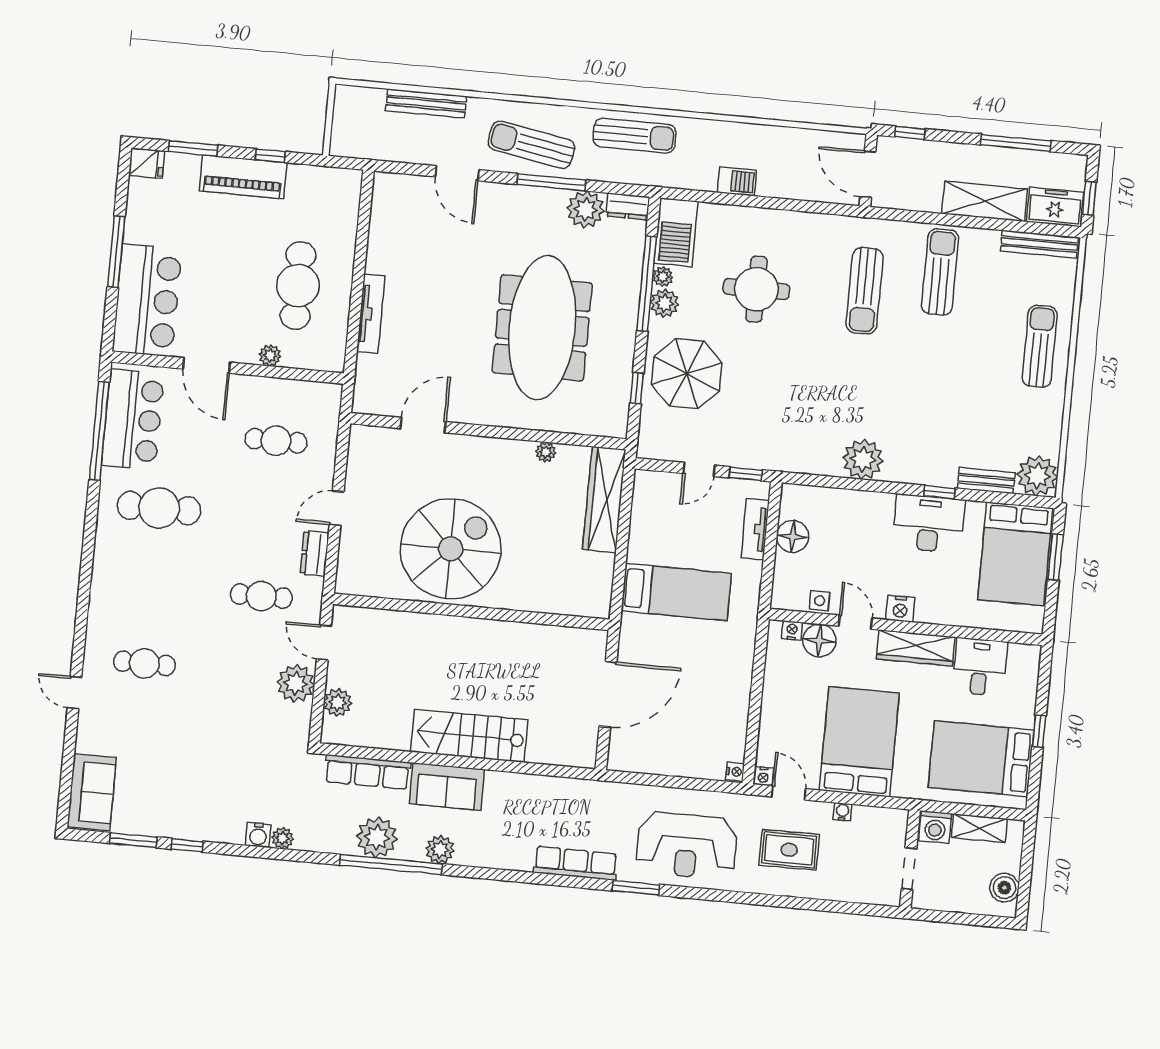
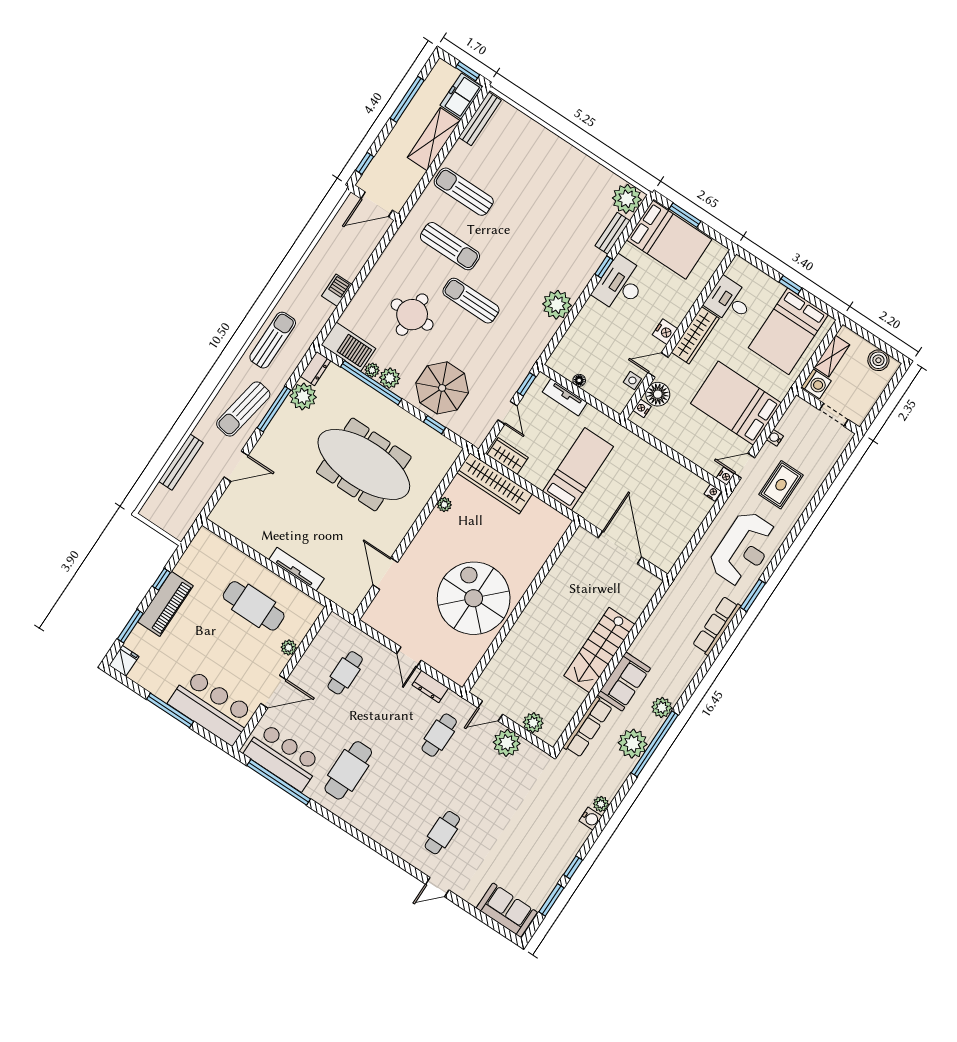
sun lounger: (1040, 346) -> (471, 301), moved
wardrobe: (646, 498) -> (508, 456), added
floor lamp: (793, 536) -> (579, 380), width x0.53, depth x0.53

